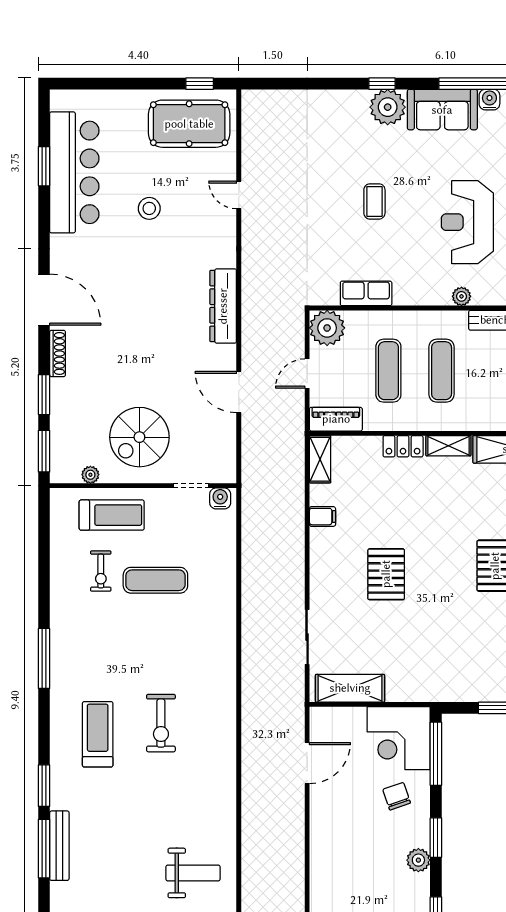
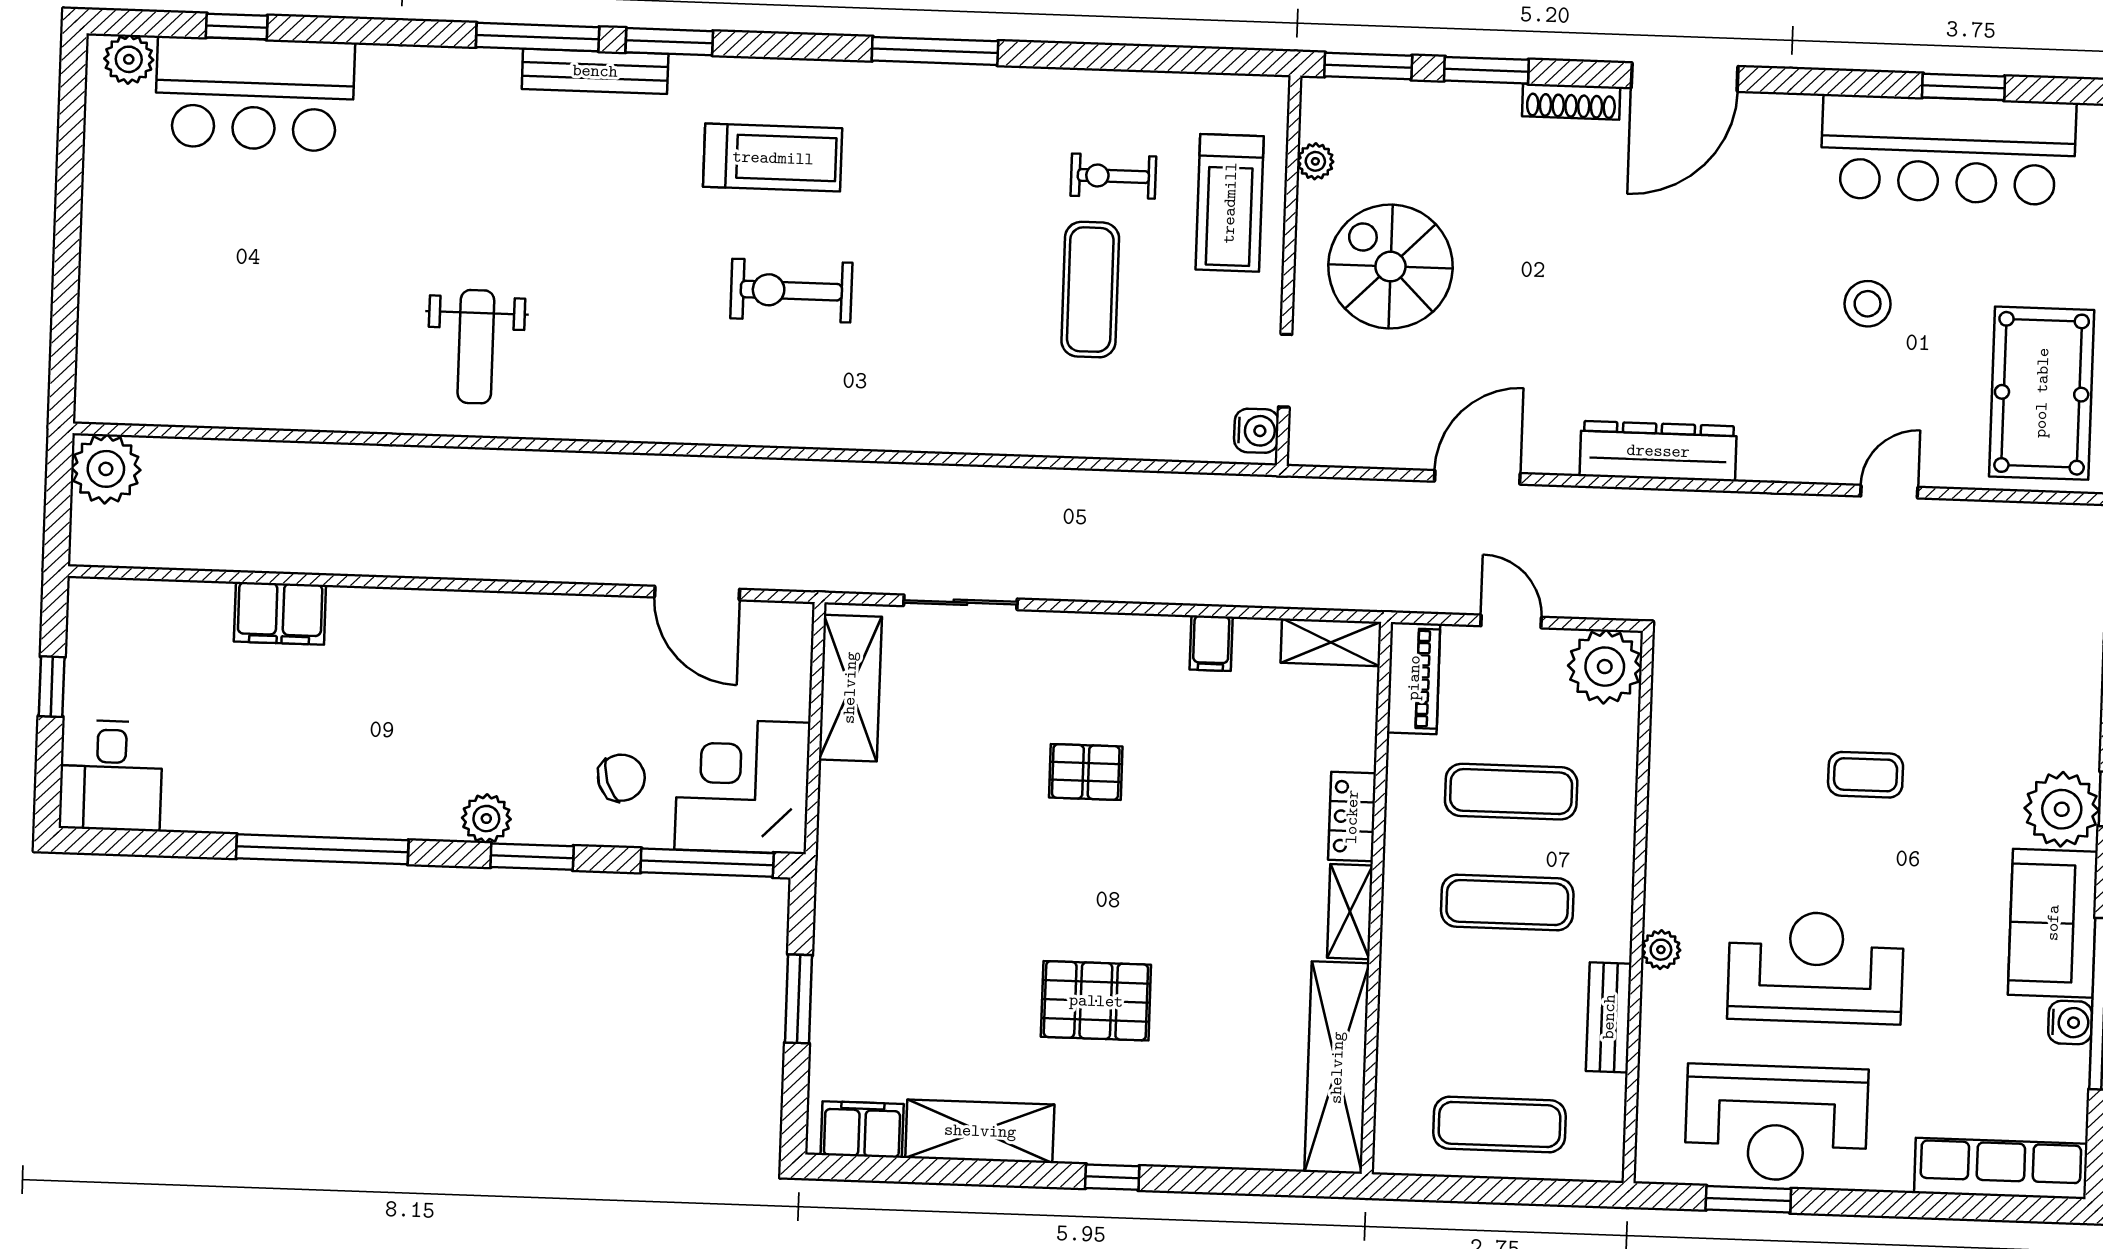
row of seats: (366, 293) -> (1674, 750), removed
pallet: (386, 574) -> (1086, 772), width x0.67, depth x0.71
bench: (59, 846) -> (595, 71), moved

